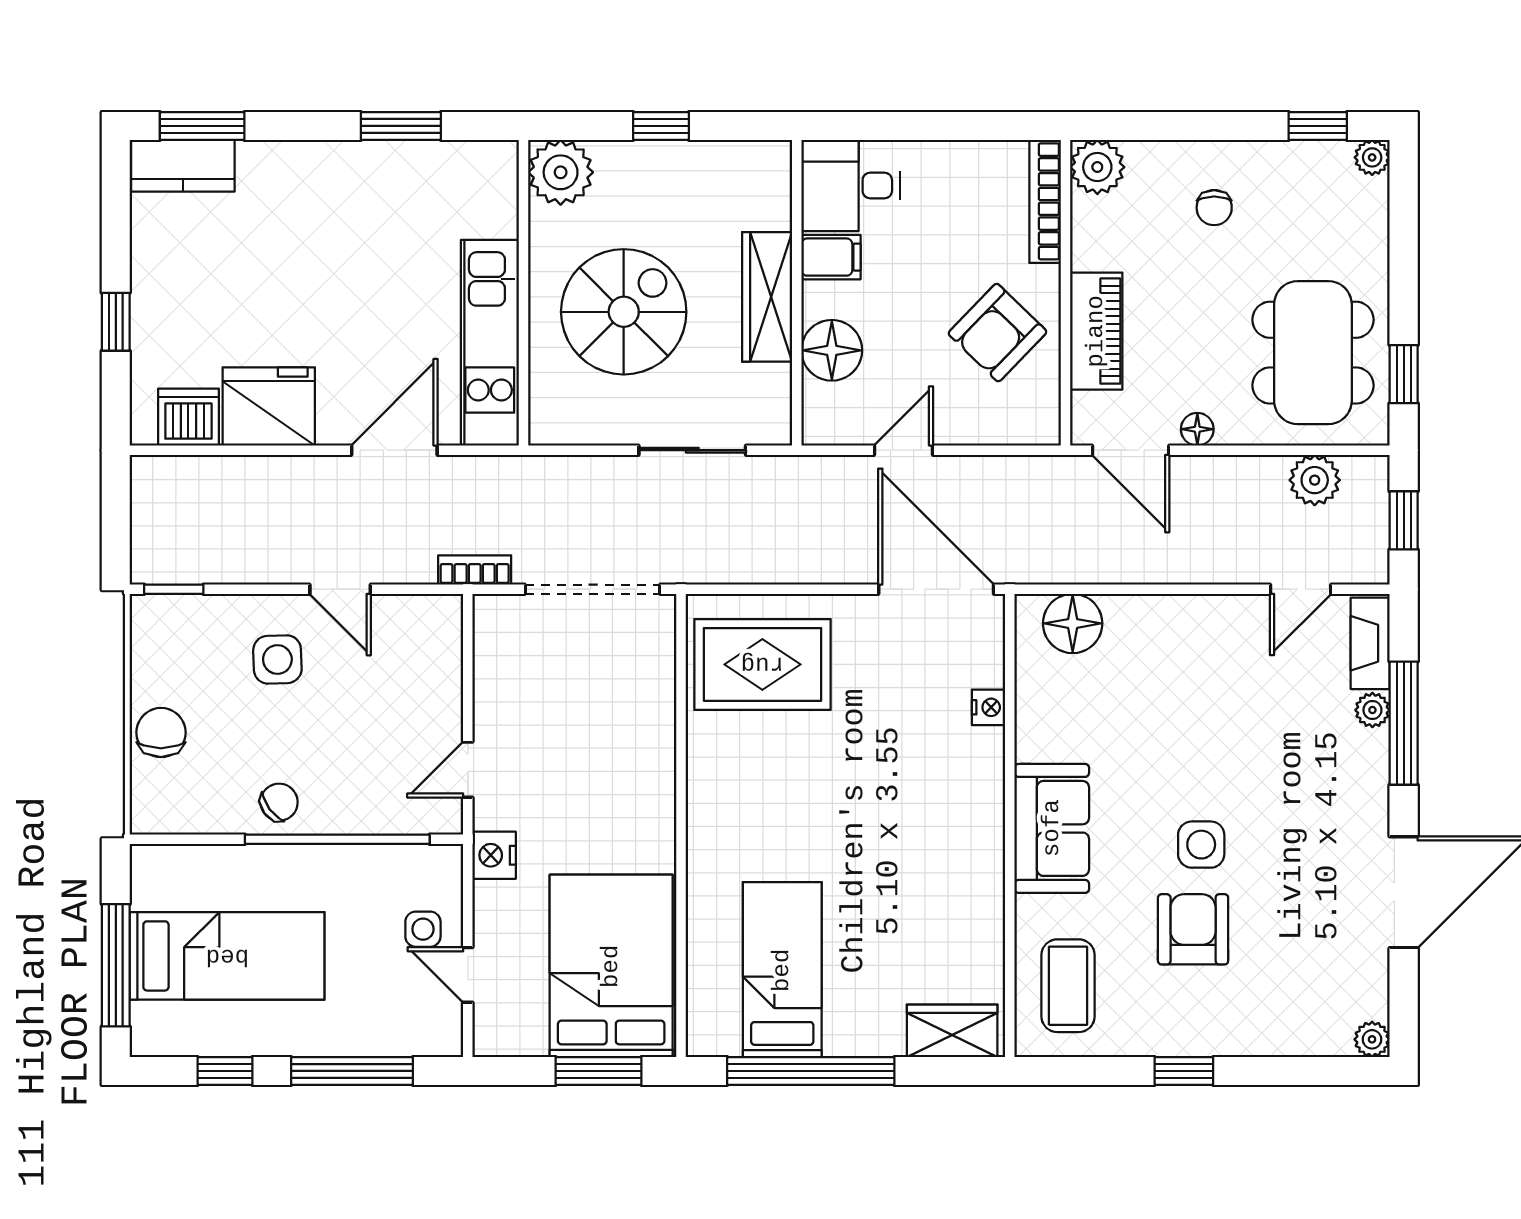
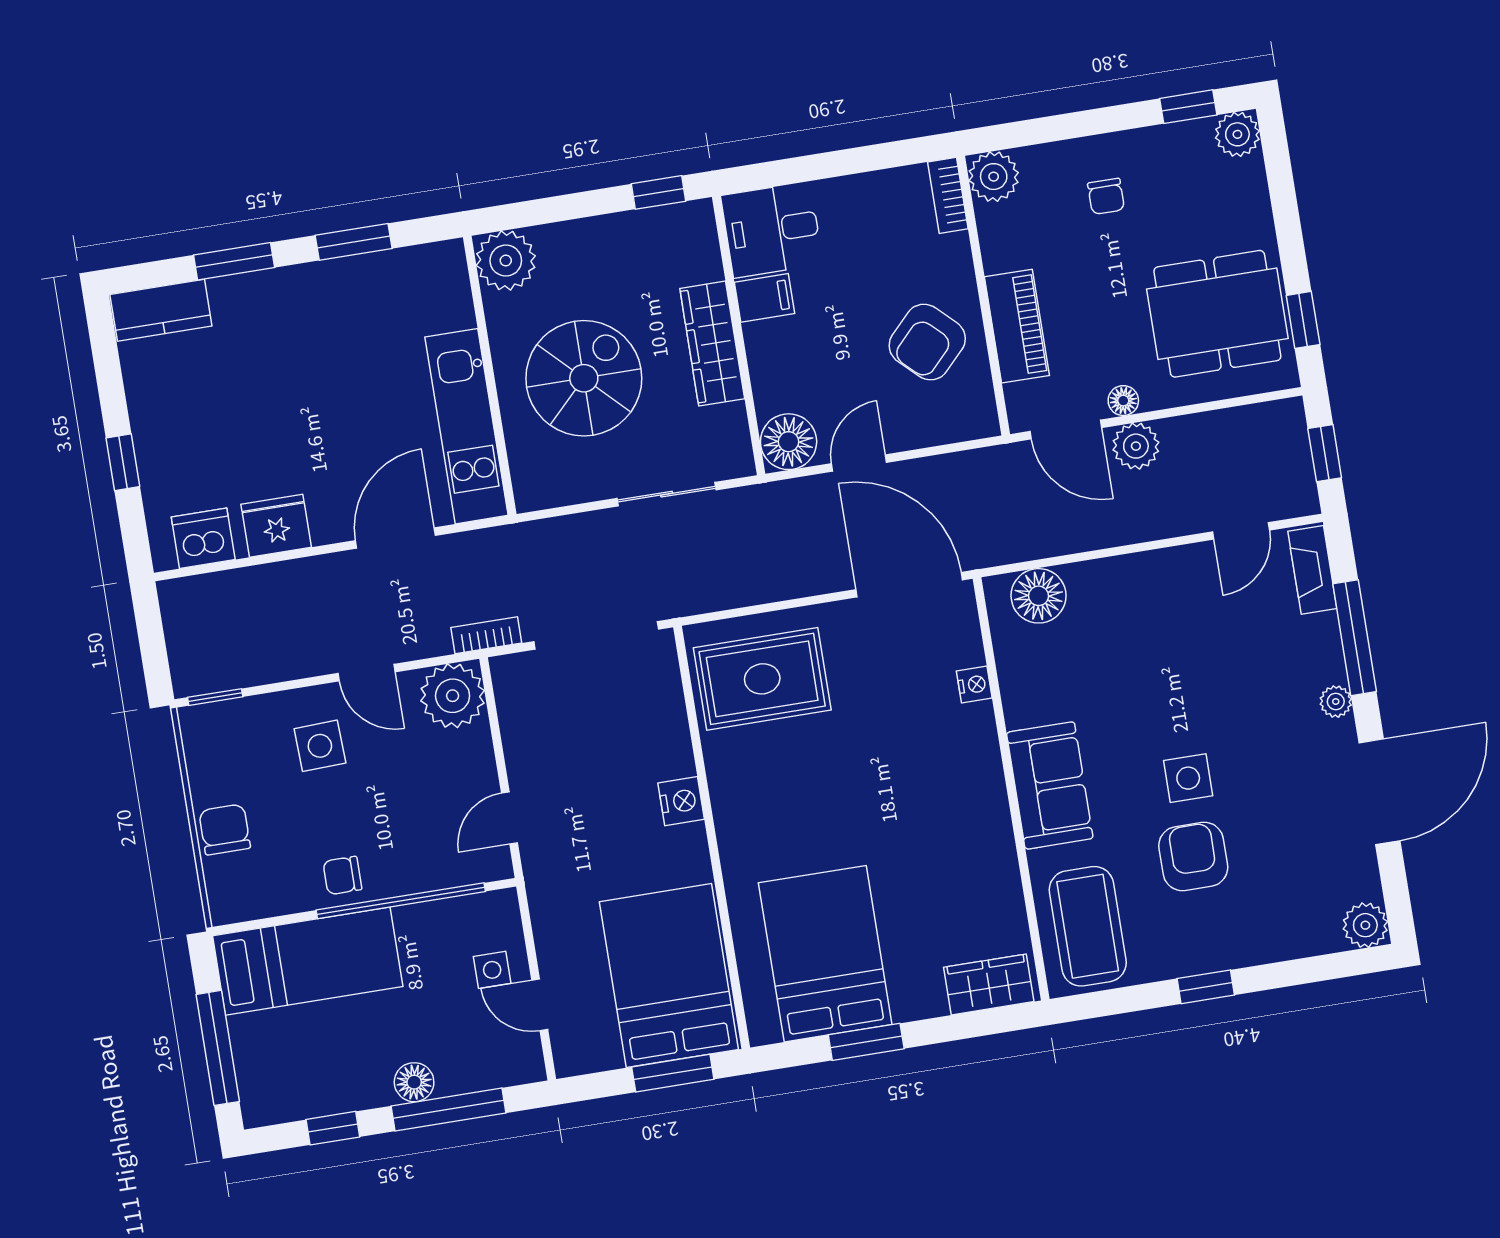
window: (202, 126) -> (234, 261), moved
window: (661, 126) -> (659, 192), moved
plant: (1372, 157) -> (1237, 134), width x1.38, depth x1.38
bookcase: (1045, 201) -> (948, 195), width x0.64
floor lamp: (832, 350) -> (789, 442), moved
dining table: (1313, 353) -> (1217, 314), turned 90
fridge: (269, 406) -> (276, 526), width x0.73, depth x0.75
plant: (1315, 480) -> (1136, 446), moved
plant: (428, 629) -> (453, 696), added
plant: (1372, 710) -> (1336, 702), moved
chair: (279, 802) -> (342, 875), turned -143
nightstand: (494, 855) -> (681, 801), moved, turned 180
bed: (227, 956) -> (308, 961), moved
bed: (782, 970) -> (825, 954), width x1.50
coffee table: (1068, 986) -> (1088, 926), width x1.36, depth x1.32
floor lamp: (320, 1036) -> (414, 1082), added
plant: (1372, 1039) -> (1365, 925), width x1.38, depth x1.38
window: (811, 1071) -> (866, 1042), width x0.47

